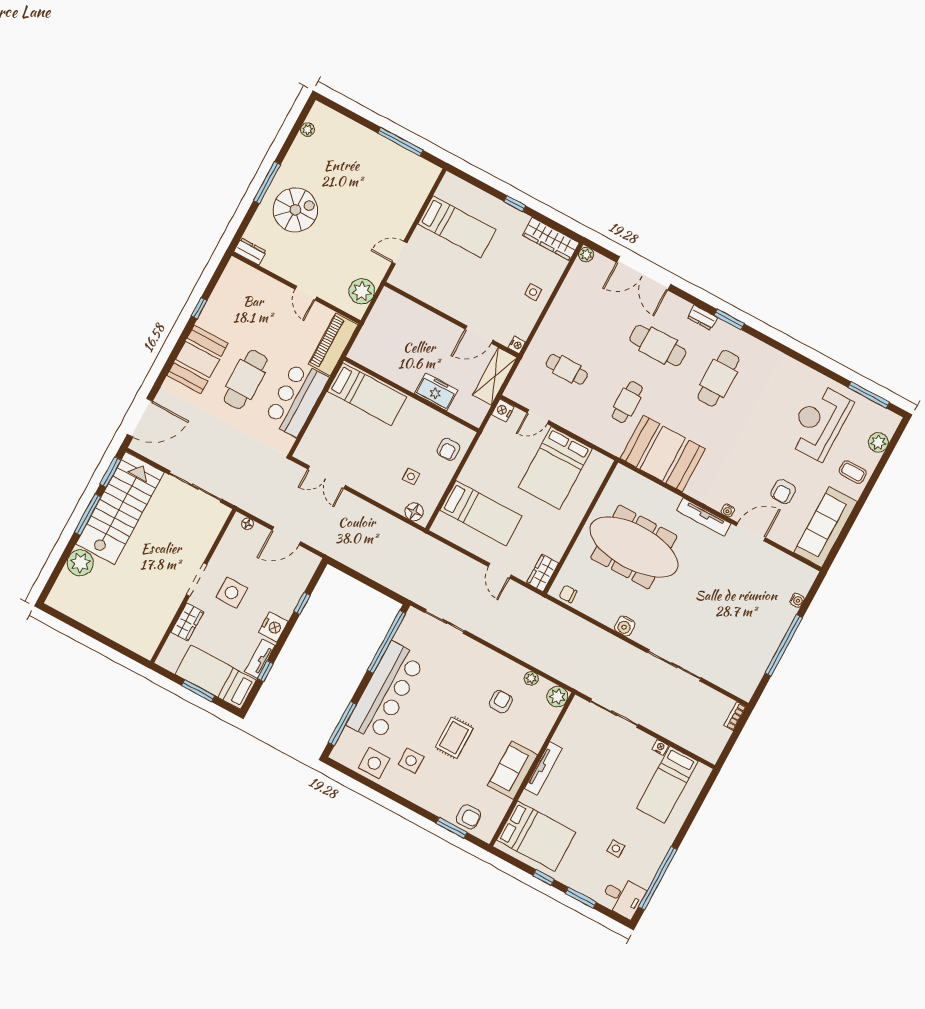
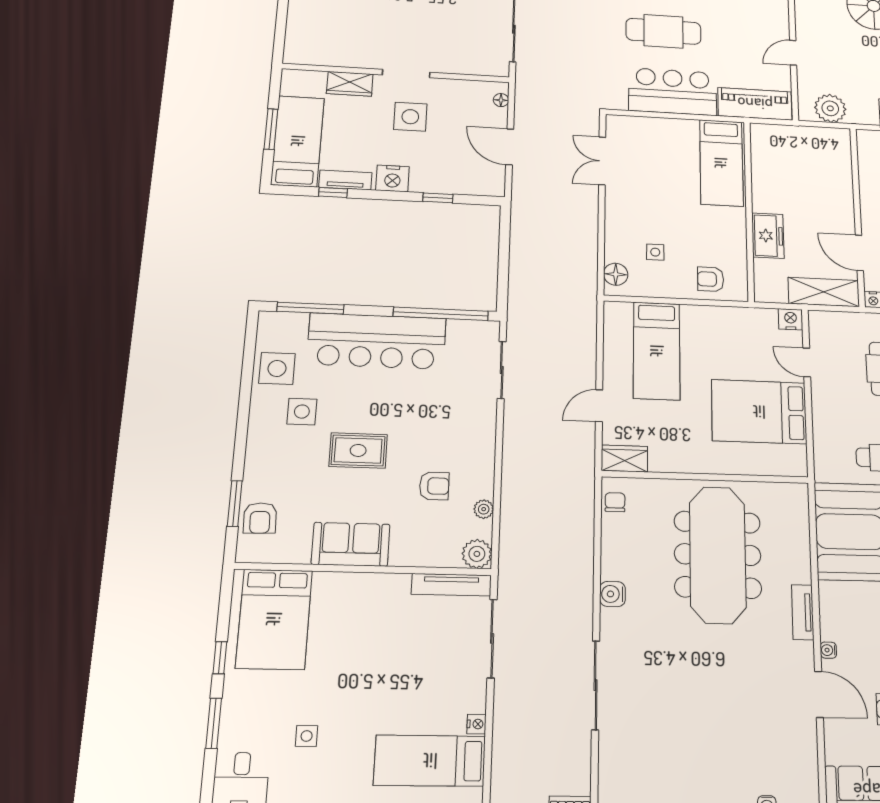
tv unit: (704, 517) -> (803, 612), width x0.71
tv unit: (543, 768) -> (451, 585), moved

